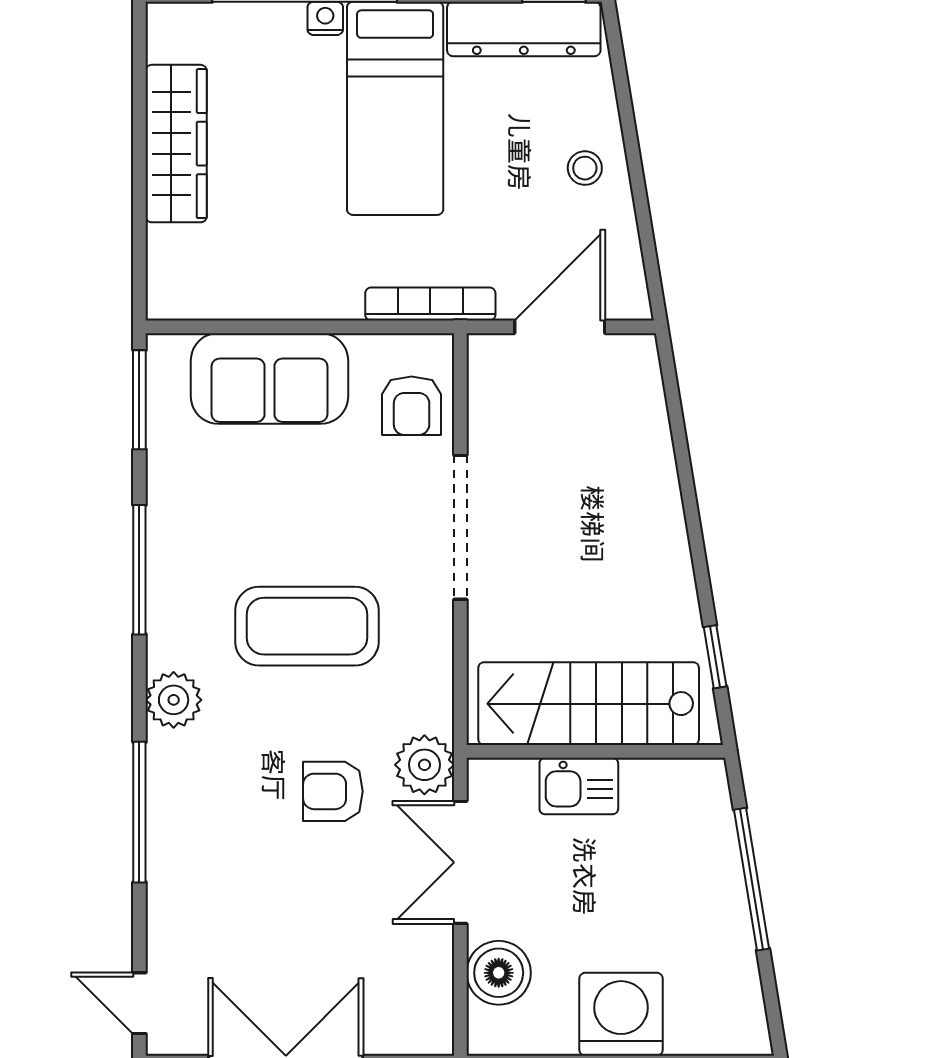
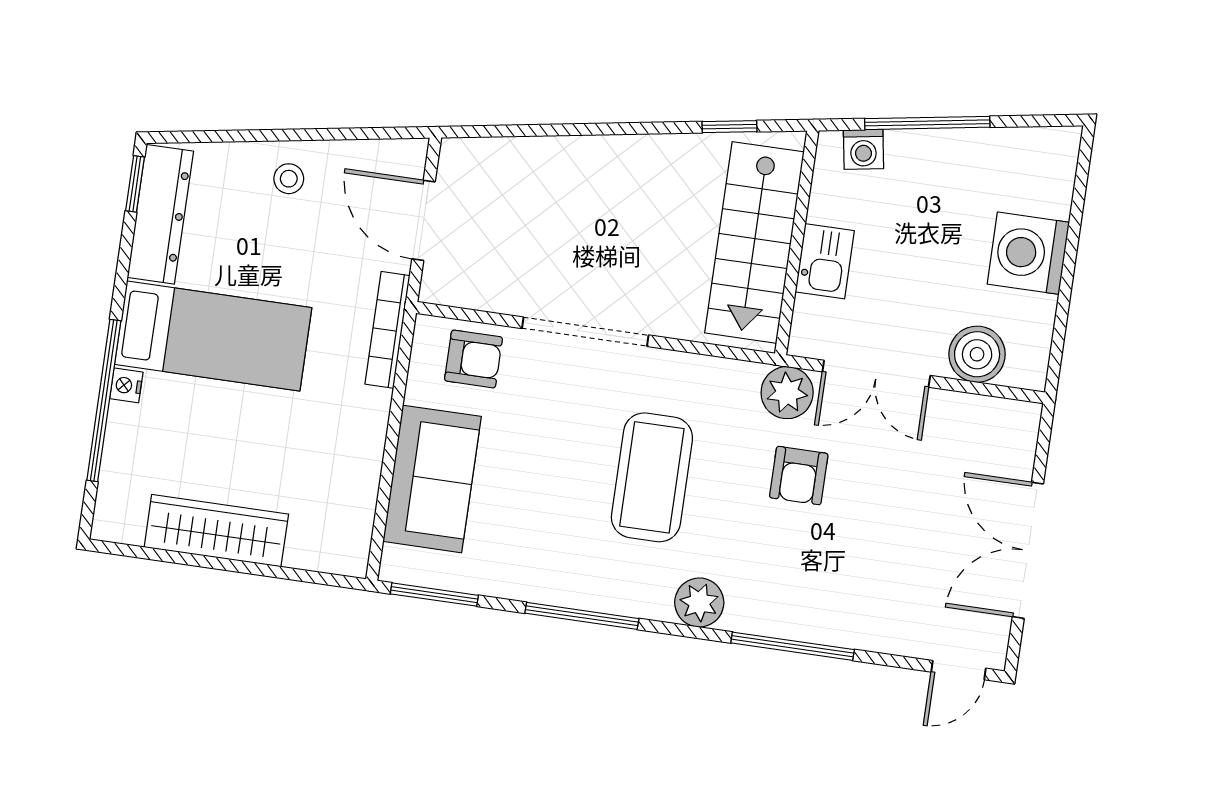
washing machine: (711, 811) -> (863, 149), added

